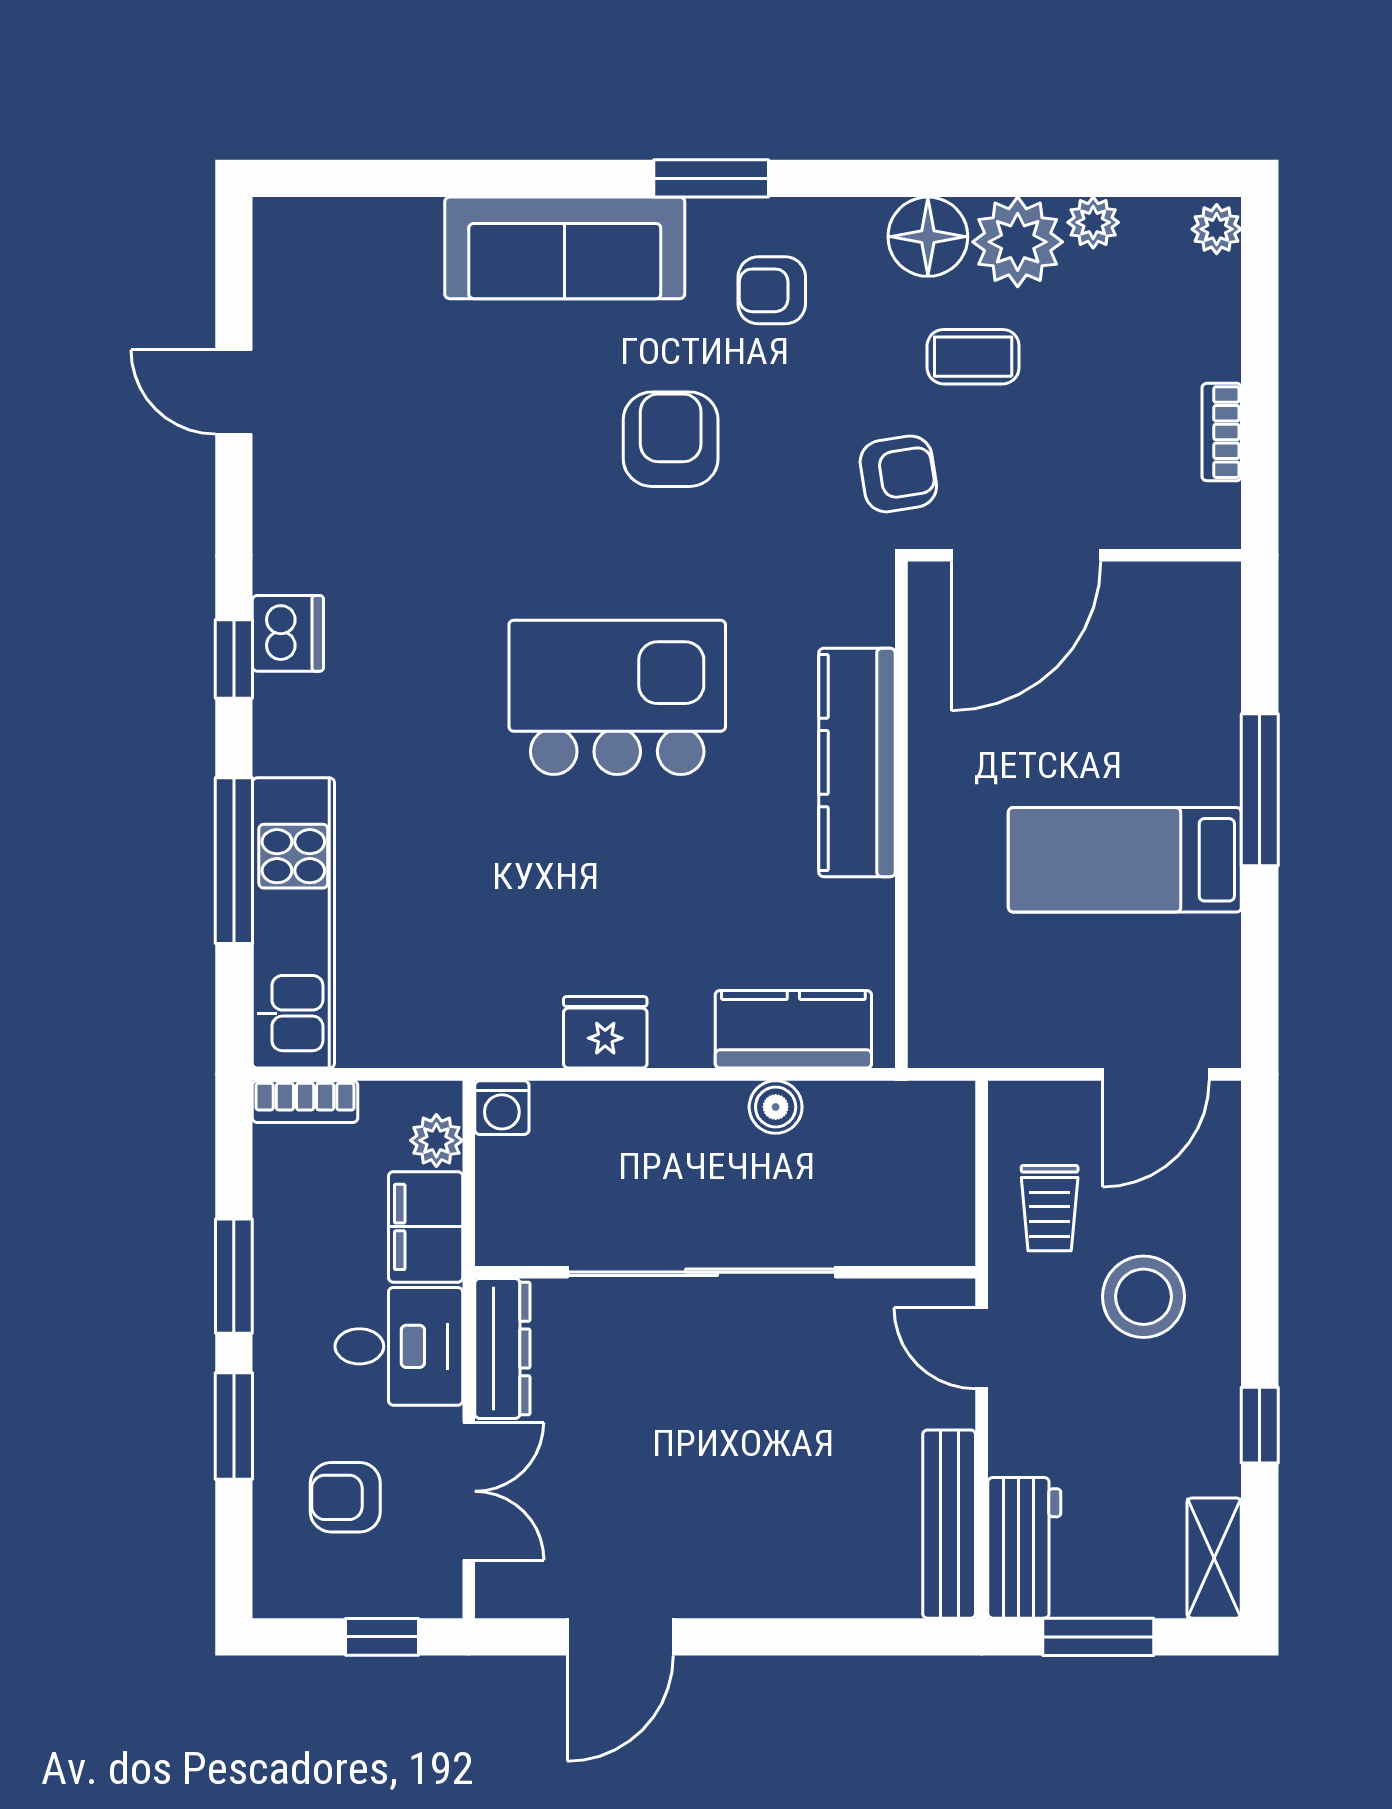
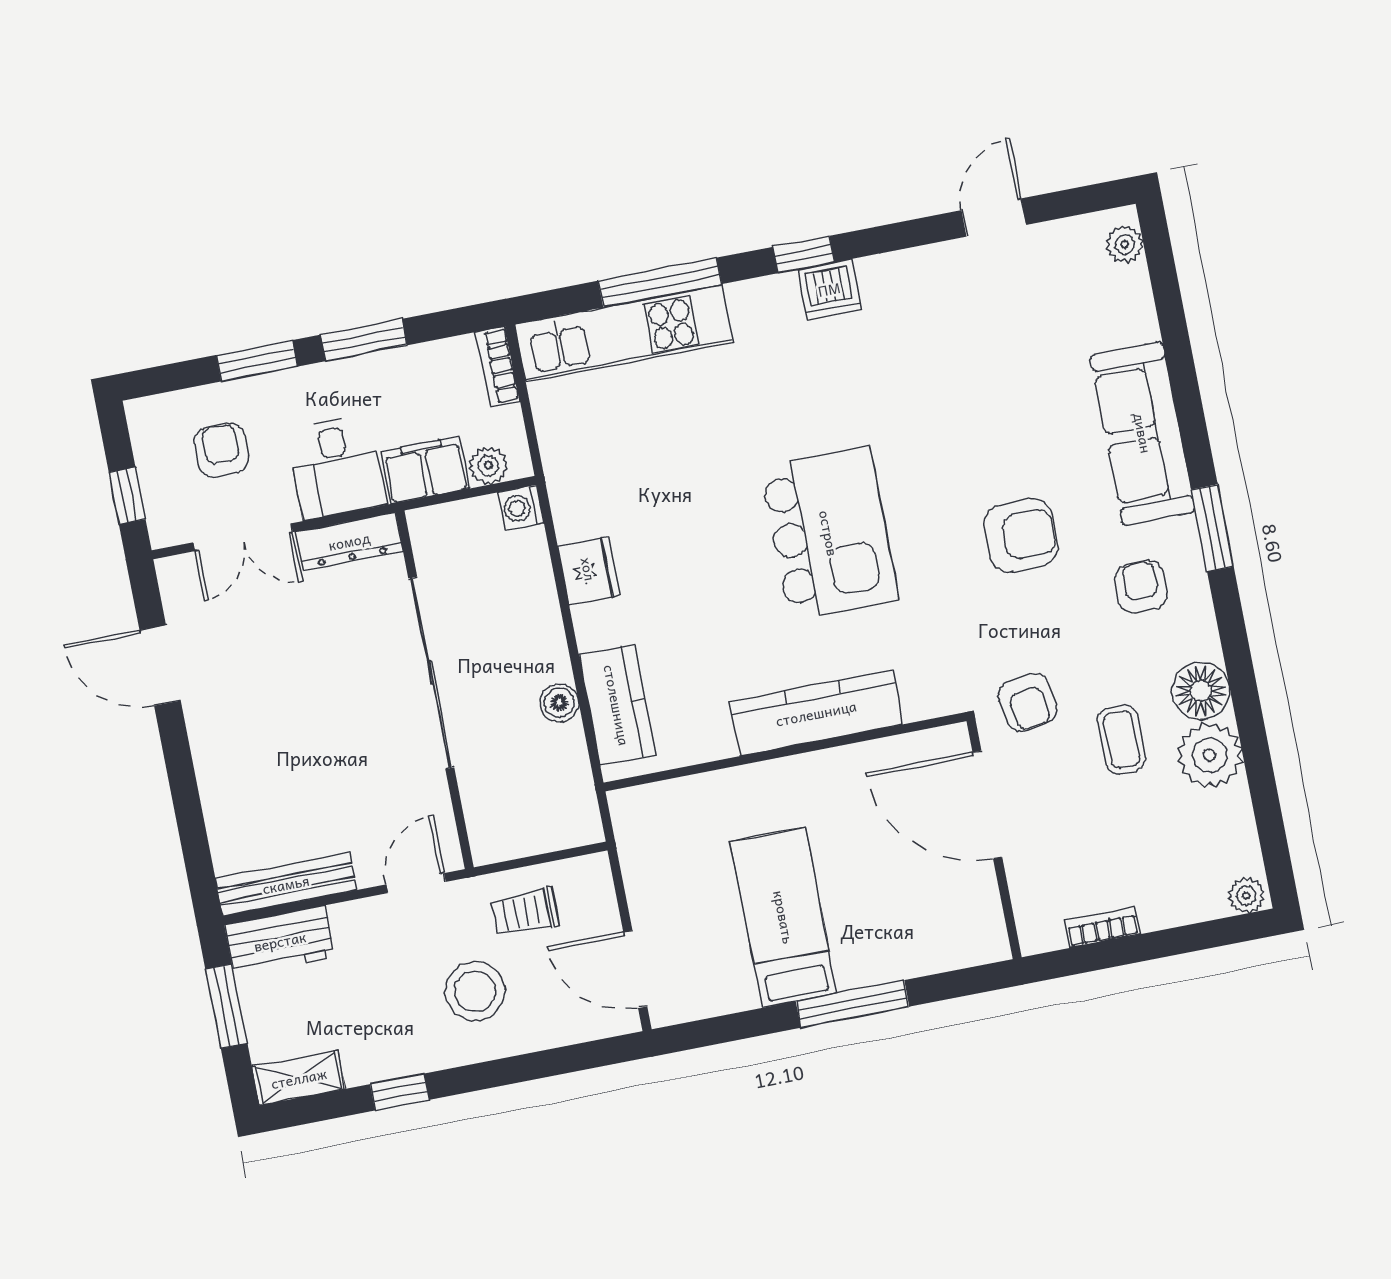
plant: (1093, 222) -> (1125, 244), moved

